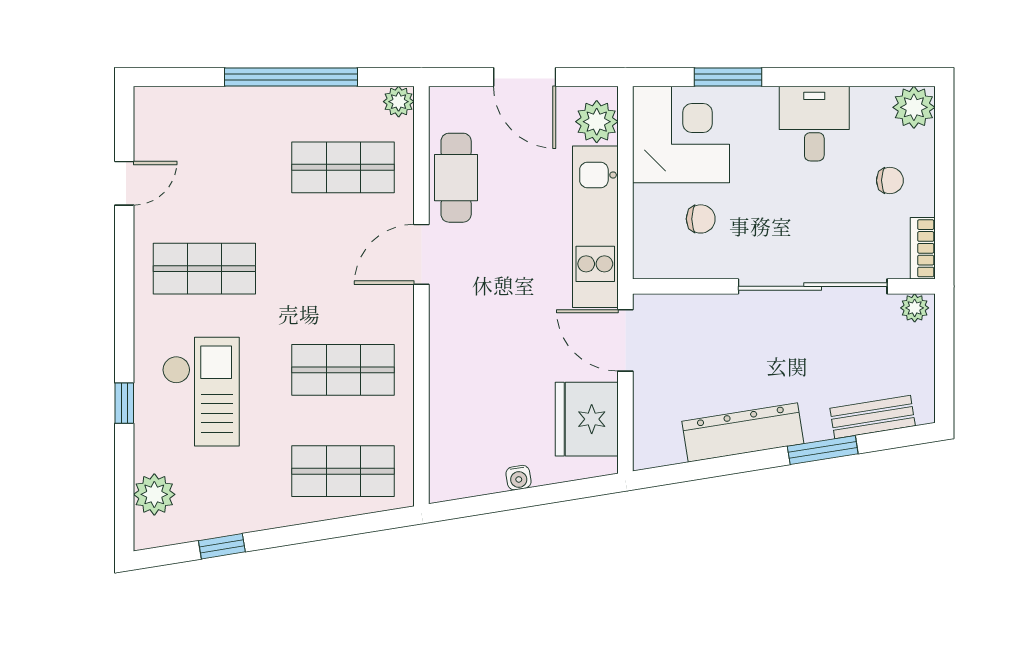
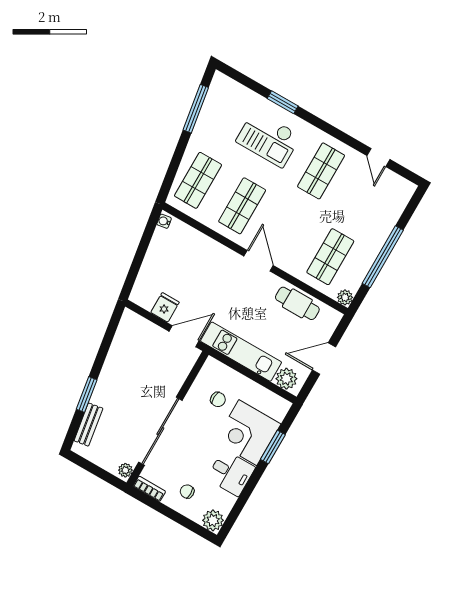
corner desk: (681, 134) -> (248, 433), moved, turned 90
chair: (890, 180) -> (187, 492), turned 90
chair: (701, 219) -> (218, 399), turned -86
door: (421, 254) -> (259, 261), moved
window: (124, 403) -> (283, 102), width x1.50
fridge: (587, 419) -> (165, 307), width x0.53, depth x0.75
dresser: (743, 432) -> (114, 364), removed
water cooler: (518, 478) -> (164, 221), moved
plant: (154, 494) -> (235, 92), removed
window: (222, 546) -> (196, 109), width x2.17

